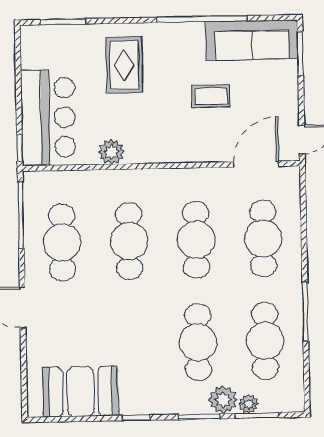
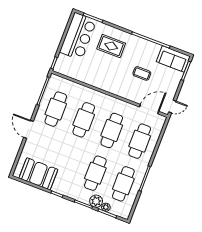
sofa: (252, 40) -> (173, 59), width x0.73
rug: (124, 65) -> (111, 46), turned 90
bar counter: (48, 118) -> (78, 36), moved
plant: (111, 152) -> (91, 80), removed

